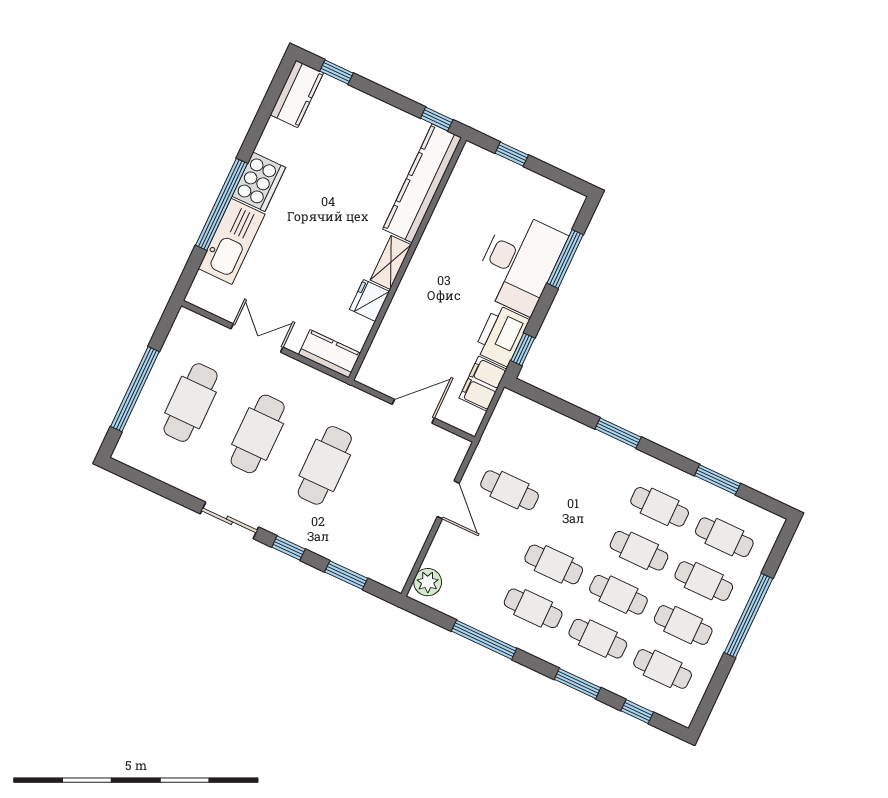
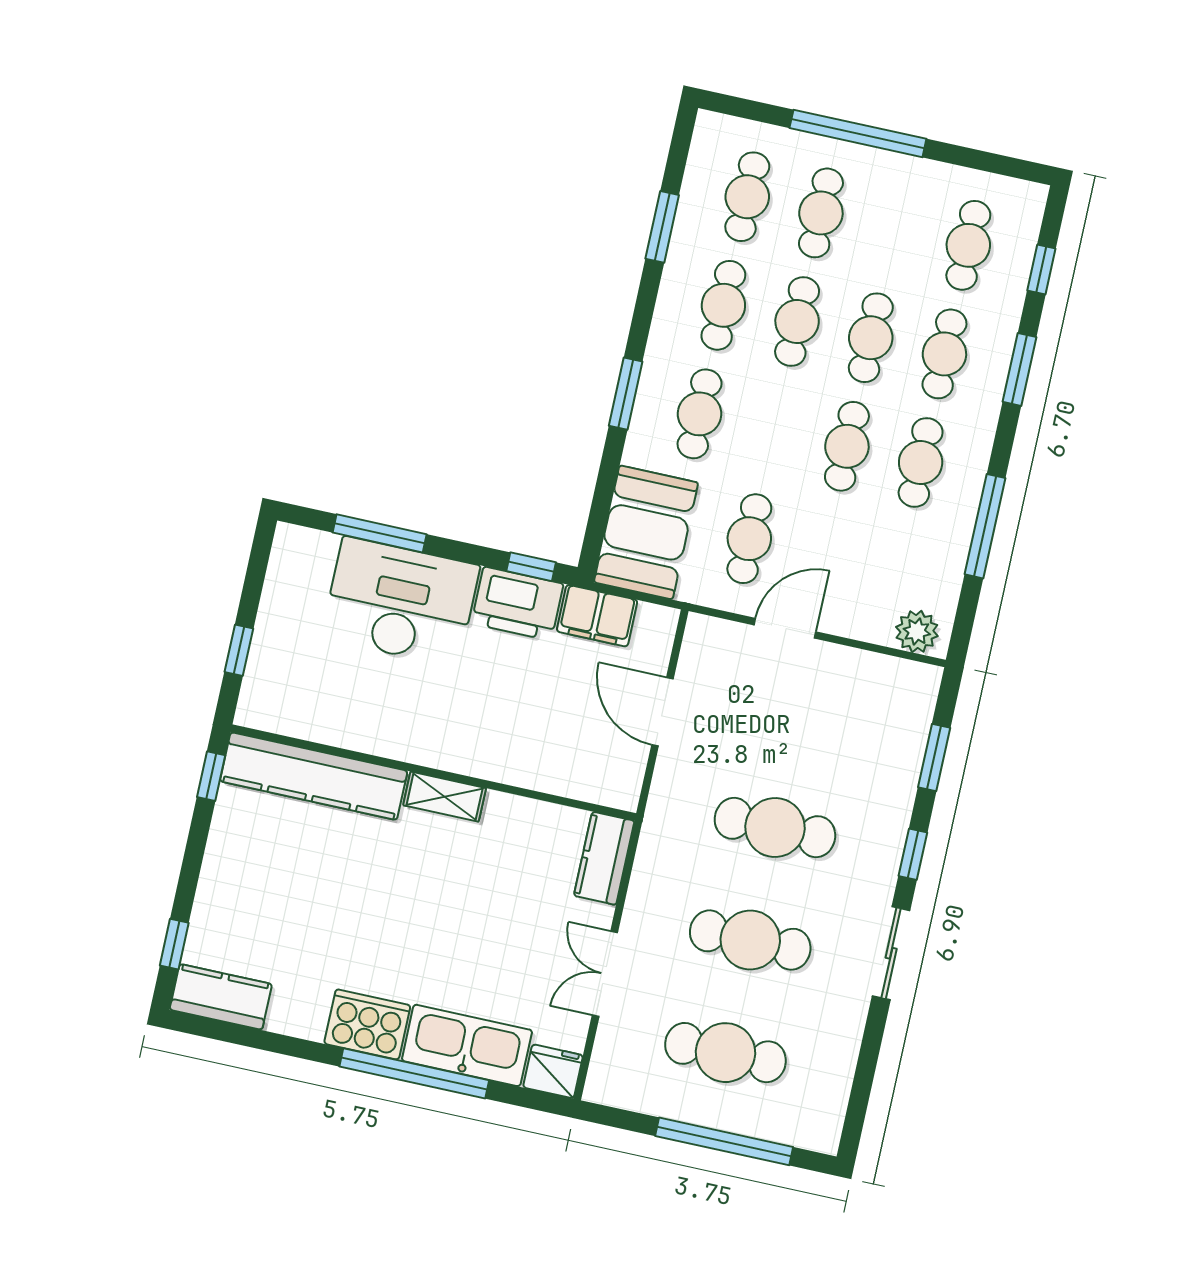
fridge: (370, 300) -> (553, 1071), moved, turned 180
booth: (528, 426) -> (646, 532), added
cafe table: (683, 625) -> (700, 414), moved

